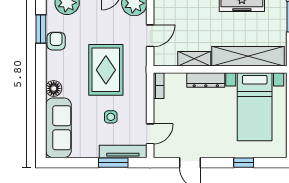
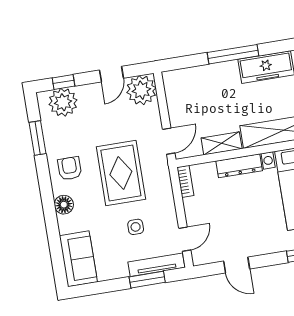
door: (150, 36) -> (169, 141), moved
armchair: (56, 41) -> (70, 168), moved
sofa: (58, 128) -> (78, 259), width x0.73

